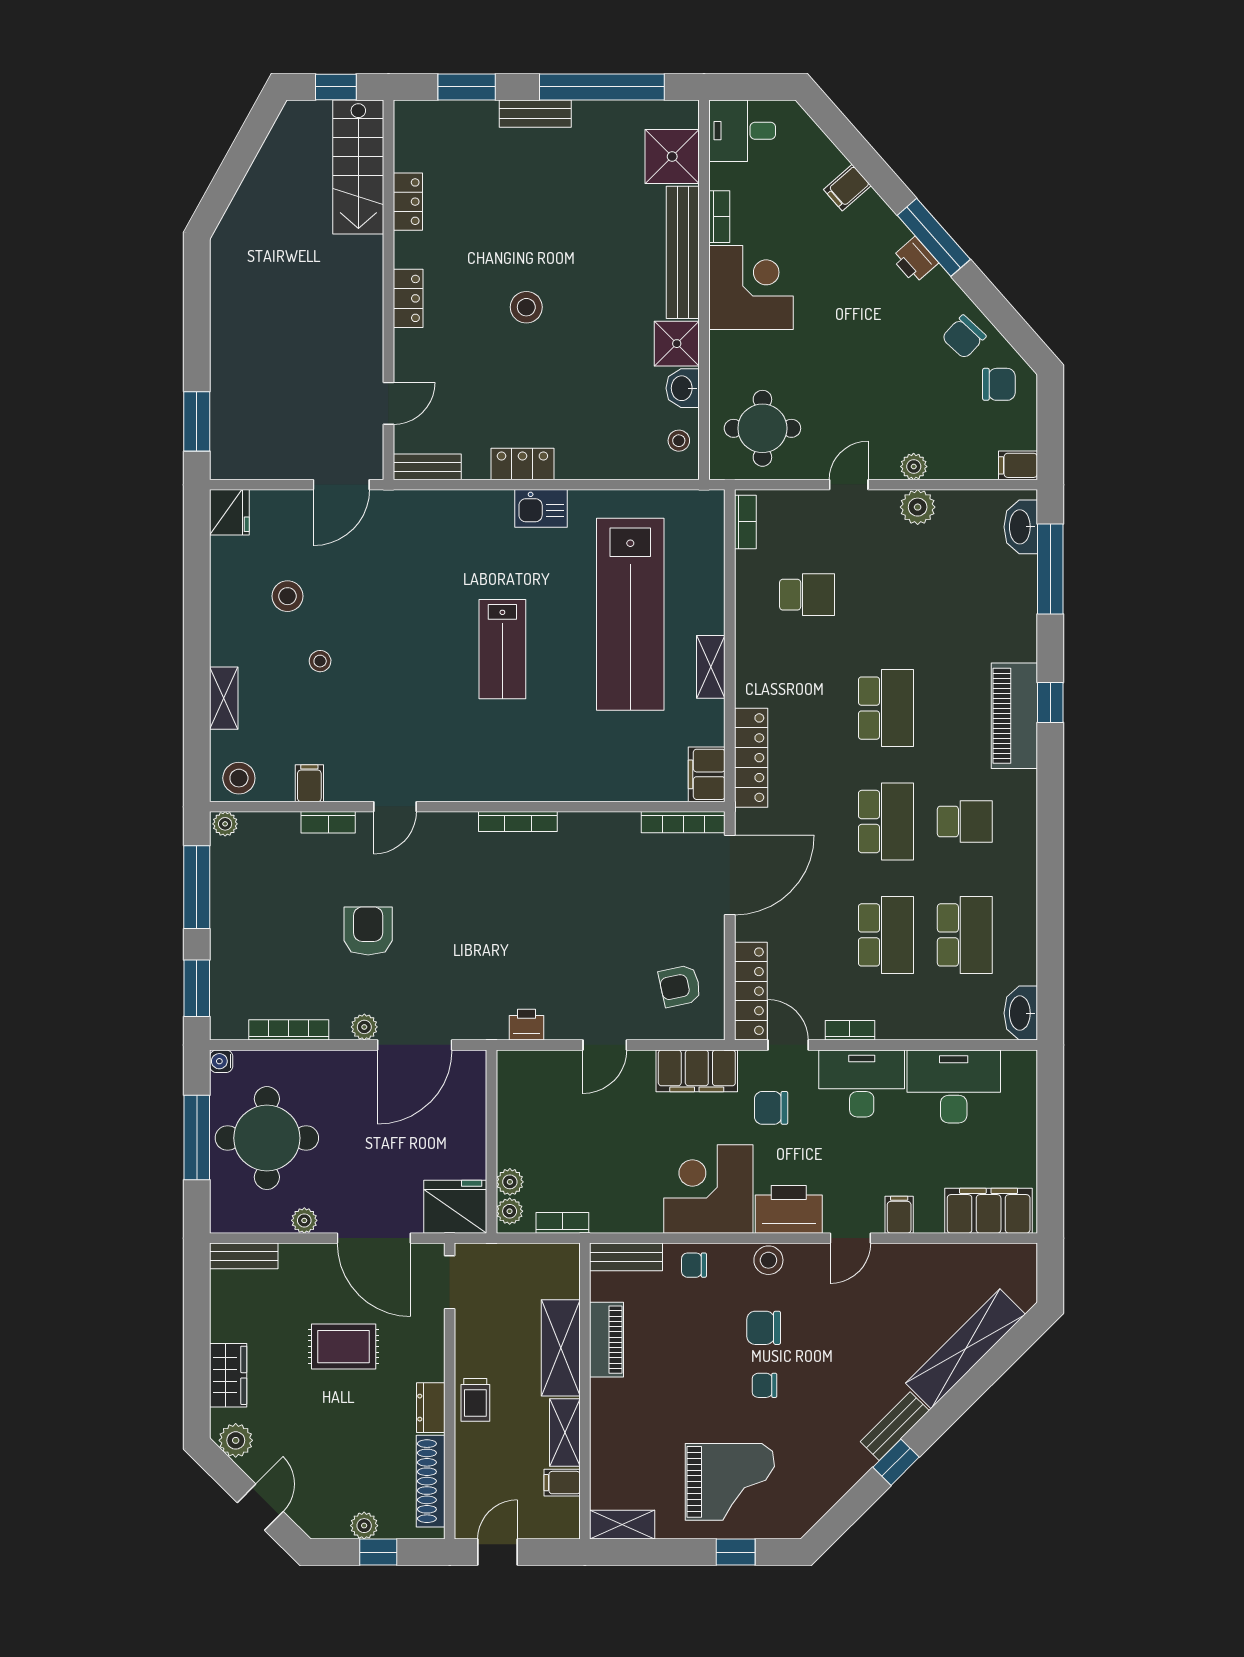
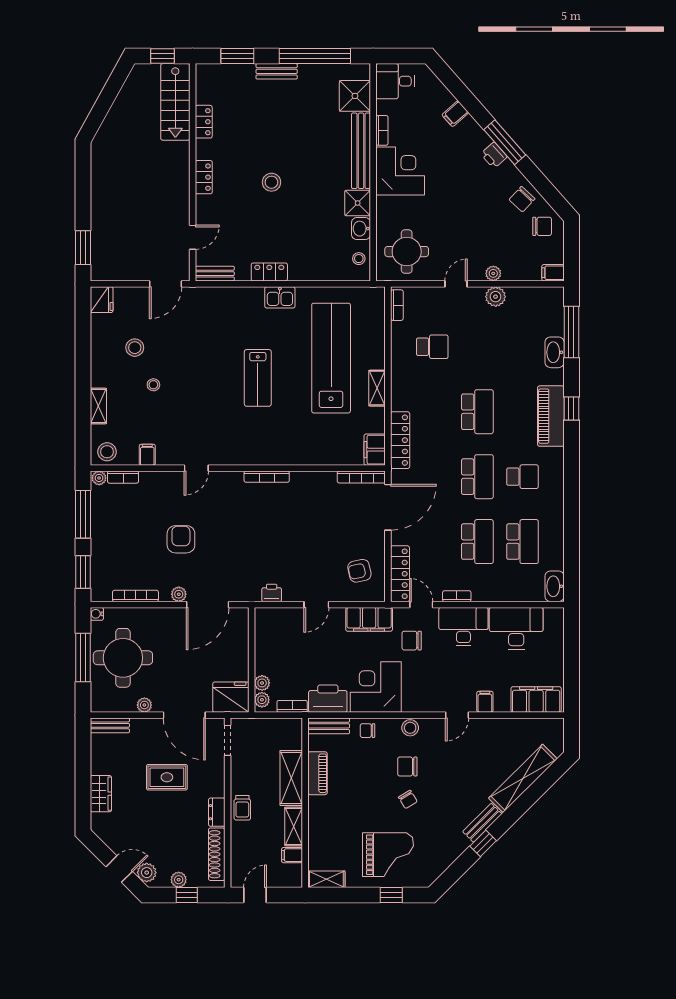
washbasin: (1021, 527) -> (555, 352), moved
lab bench: (630, 614) -> (331, 358), turned 180
bookcase: (328, 822) -> (123, 477), moved
printer: (789, 1209) -> (328, 699), moved
chair: (764, 1385) -> (408, 799), turned -121
plant: (236, 1440) -> (147, 873), moved
door: (260, 1507) -> (119, 869), hinge flipped

